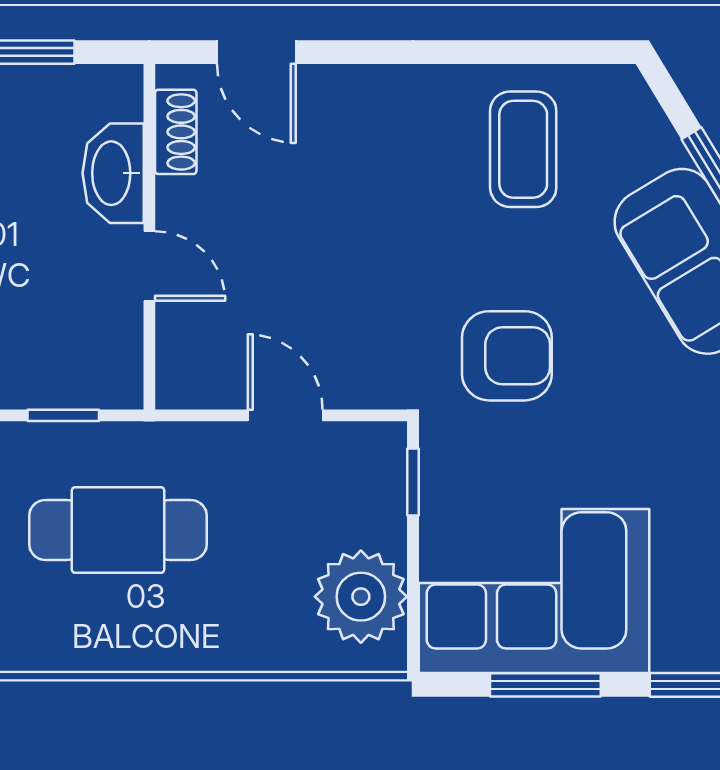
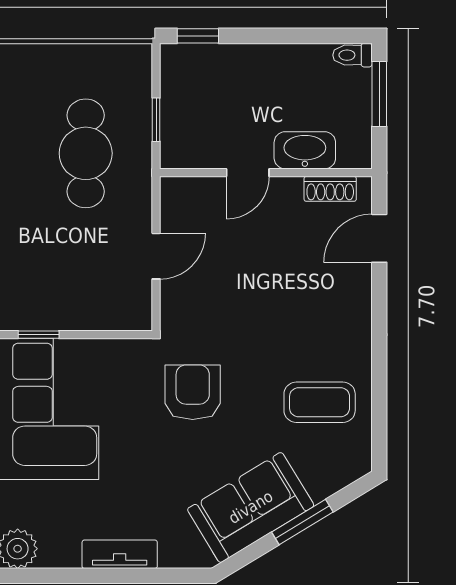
armchair: (507, 356) -> (193, 392), turned 180
window: (413, 482) -> (39, 335), moved
plant: (361, 597) -> (45, 303), removed

